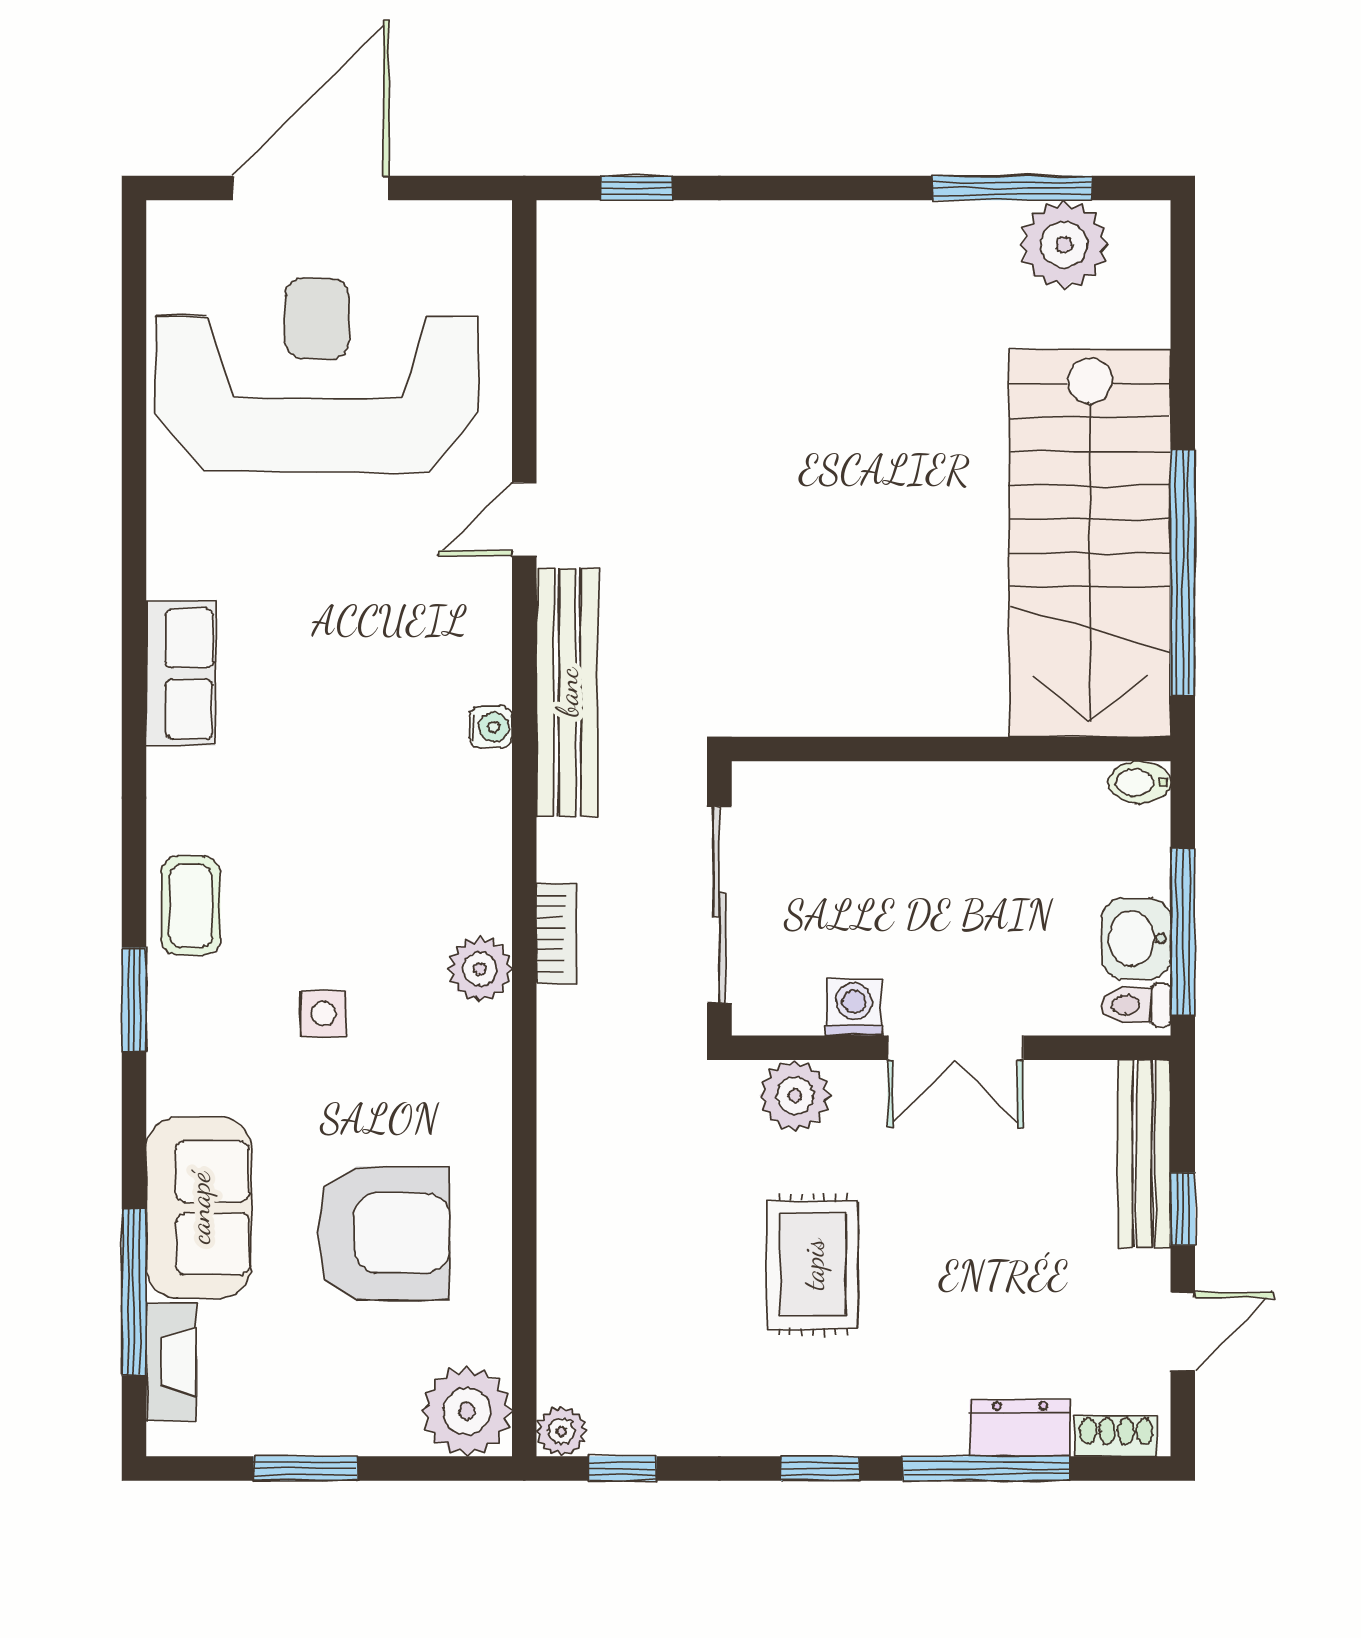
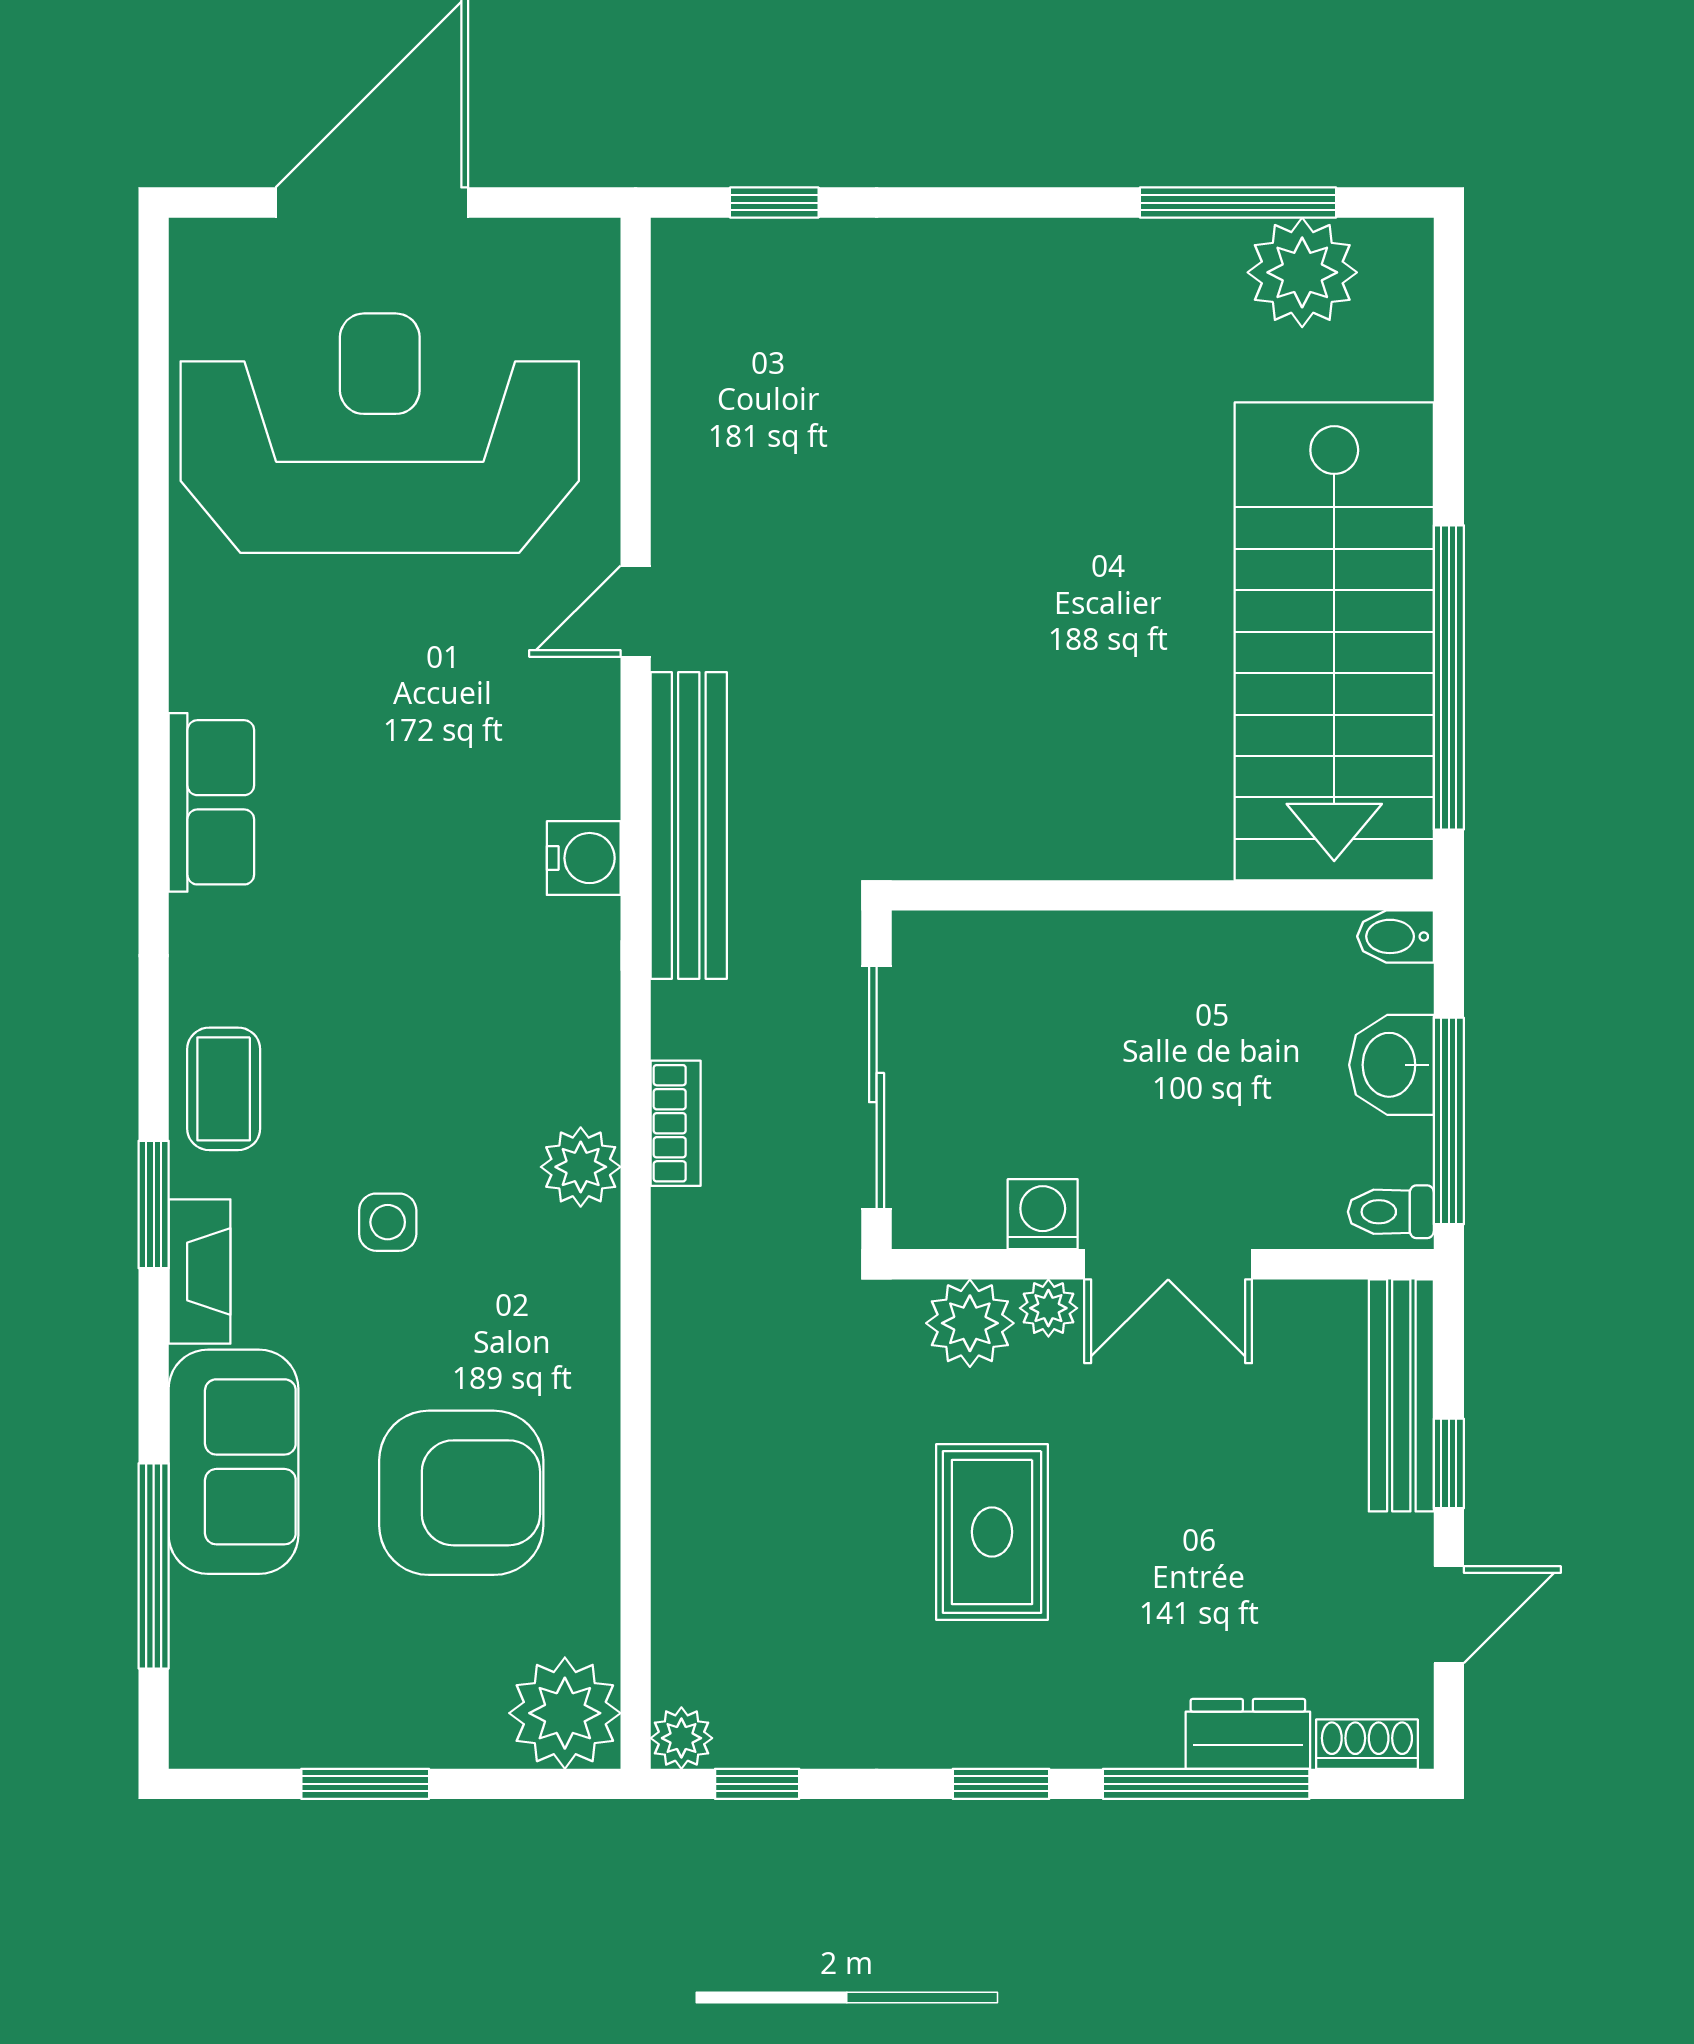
water cooler: (490, 727) -> (584, 858), width x1.38, depth x1.38
washbasin: (1136, 938) -> (1391, 1065), moved
plant: (859, 1083) -> (1048, 1308), added
fireplace: (171, 1362) -> (200, 1271), moved

